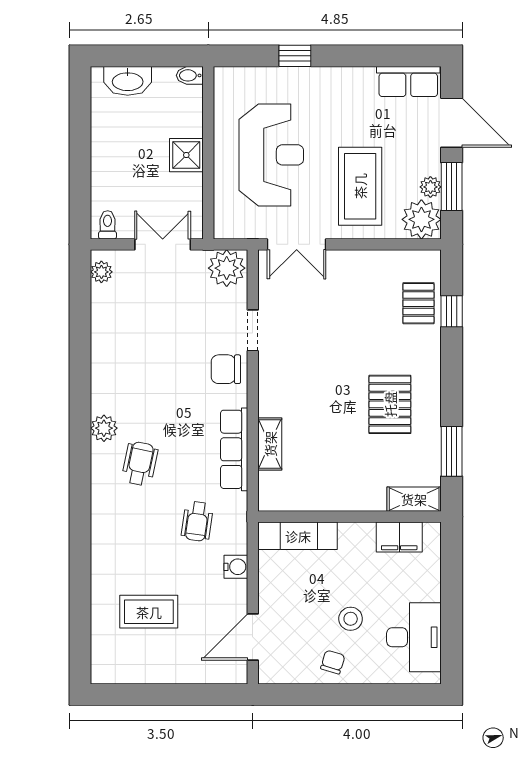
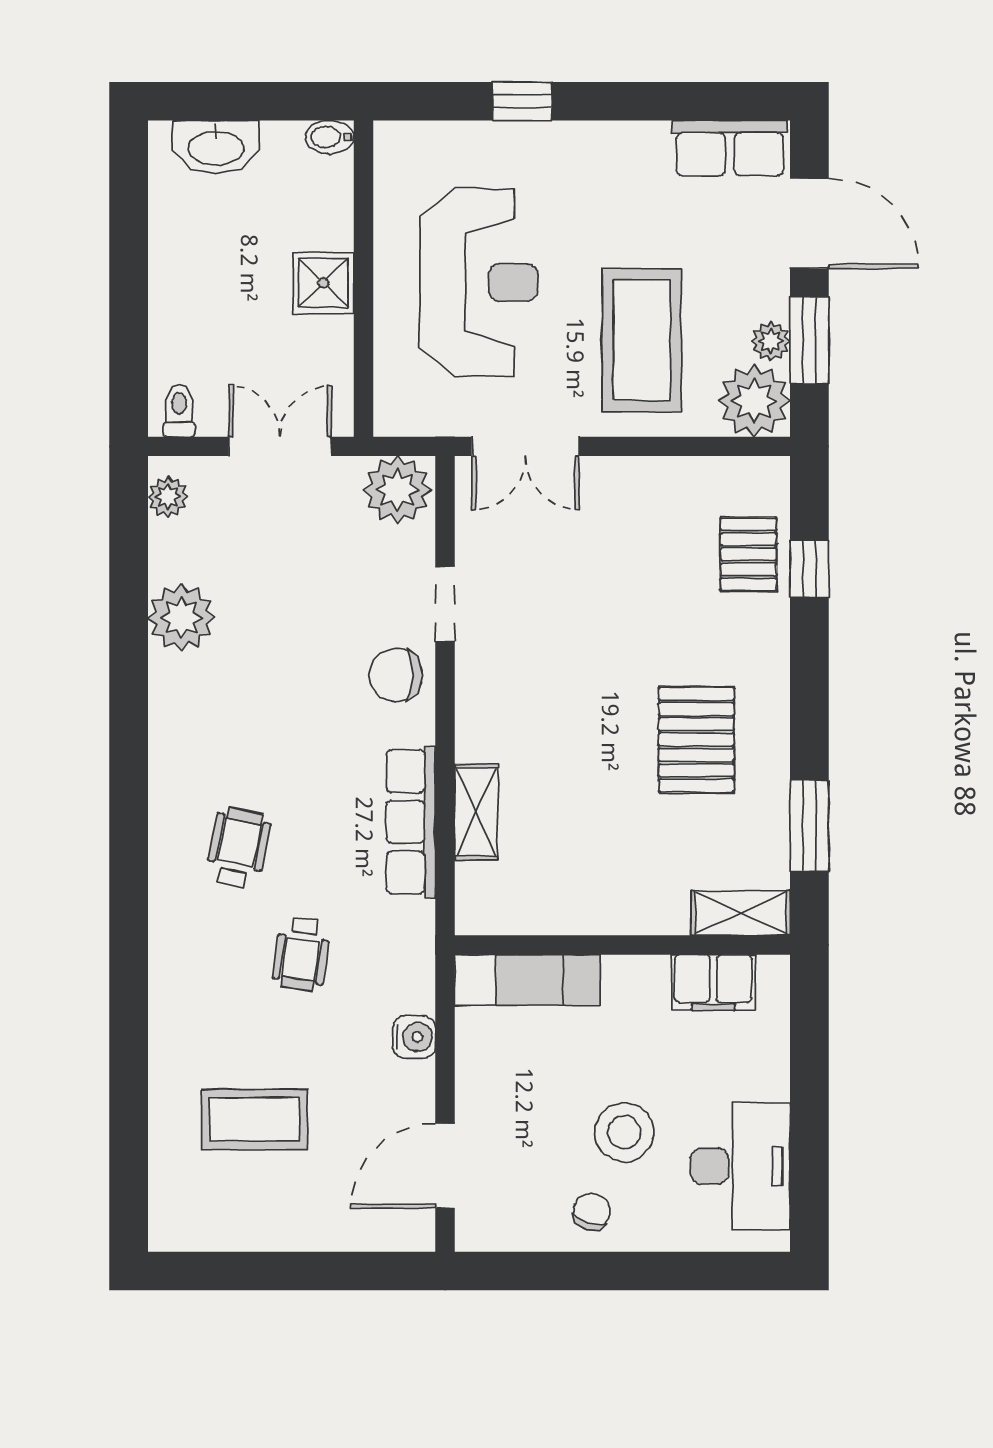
plant: (104, 428) -> (181, 617), moved, width x1.36, depth x1.36
wheelchair: (197, 521) -> (301, 954), moved
stool: (351, 619) -> (624, 1132), width x1.38, depth x1.38

